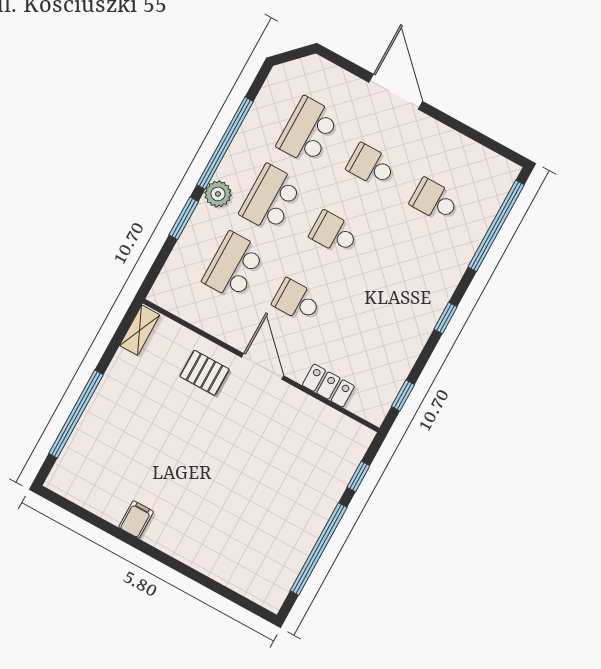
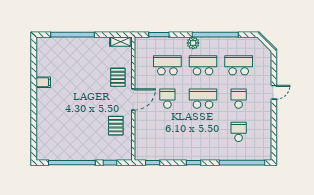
door: (396, 92) -> (274, 92), width x0.53
window: (184, 218) -> (159, 35), moved
school desk: (334, 233) -> (203, 99), width x1.85
locker: (328, 386) -> (140, 130), removed
pallet: (294, 427) -> (116, 126), added

